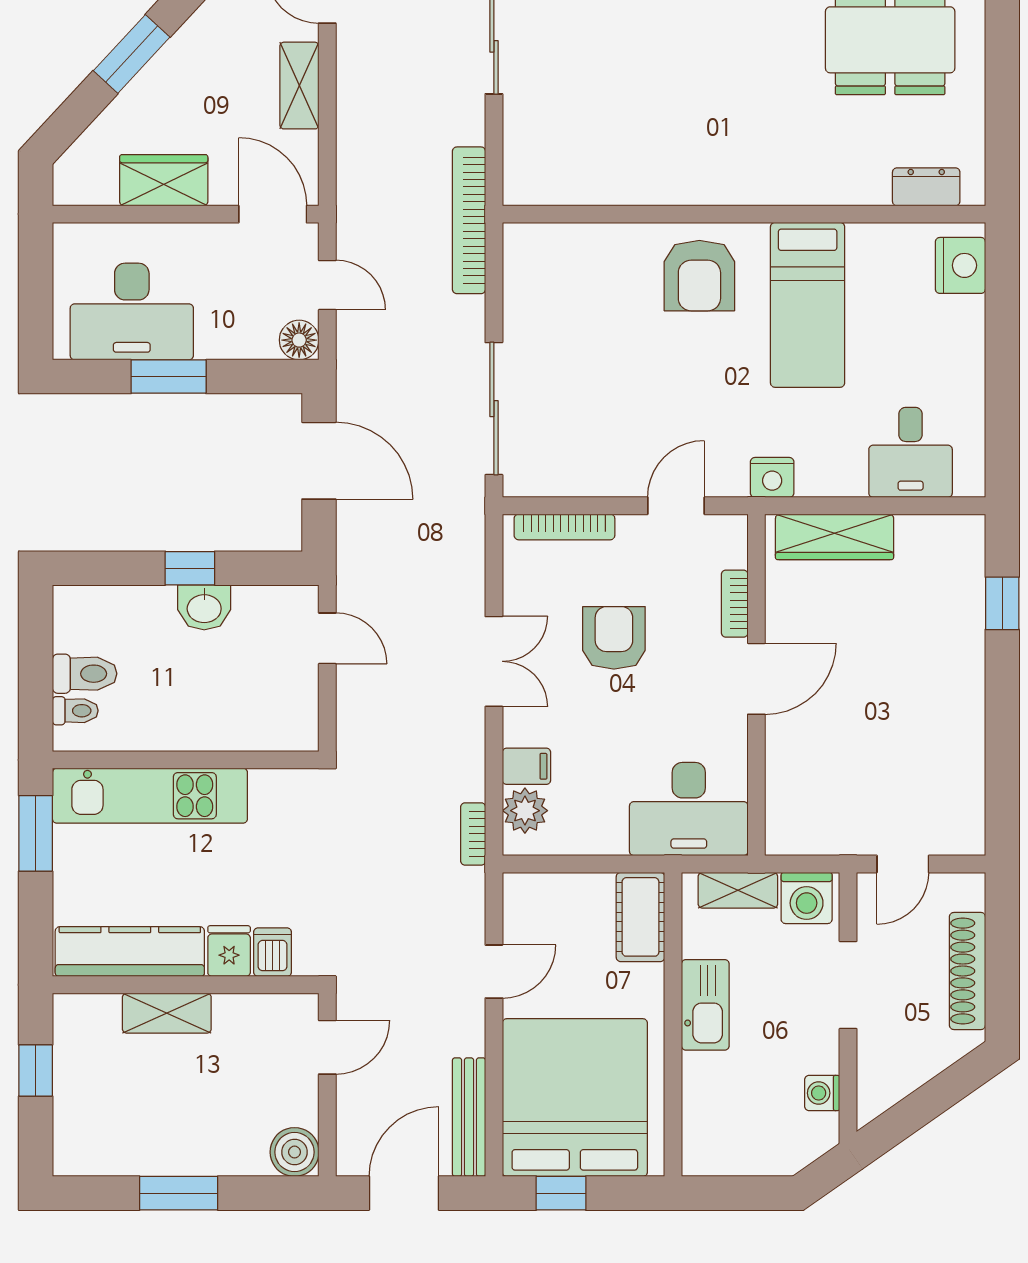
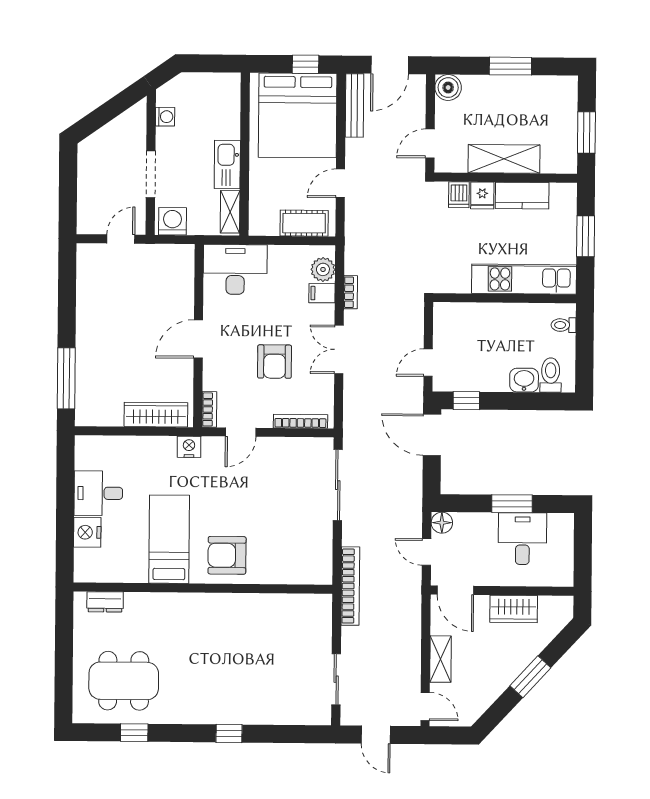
nightstand: (960, 265) -> (87, 532), moved
armchair: (699, 276) -> (227, 555), turned -90
desk: (132, 312) -> (522, 539), width x0.73
desk: (911, 452) -> (98, 493), moved, turned -90
door: (319, 461) -> (432, 435), moved
window: (190, 568) -> (466, 401), moved
window: (1002, 603) -> (66, 378), width x2.17
bookcase: (735, 604) -> (209, 409), moved
washbasin: (204, 607) -> (524, 380), moved
door: (327, 638) -> (428, 363), hinge flipped
toilet: (85, 674) -> (551, 375), moved, turned 90
window: (36, 833) -> (586, 236), moved
bookcase: (473, 834) -> (351, 292), moved
shelving: (738, 890) -> (230, 212), moved, turned 90
cot: (640, 917) -> (304, 223), moved, turned 90
kitchen counter: (130, 952) -> (522, 196), width x0.67
shoe rack: (967, 971) -> (87, 181), removed
shelving: (167, 1013) -> (504, 159), width x1.50, depth x1.33
window: (36, 1071) -> (586, 132), width x1.50

